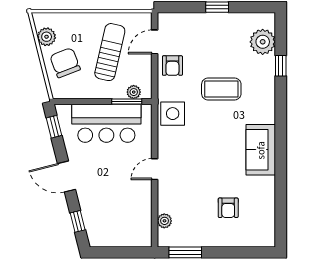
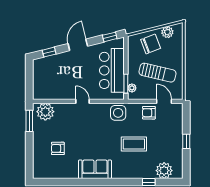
coffee table: (221, 89) -> (134, 144), turned 90
plant: (164, 221) -> (45, 112), width x1.88, depth x1.88

